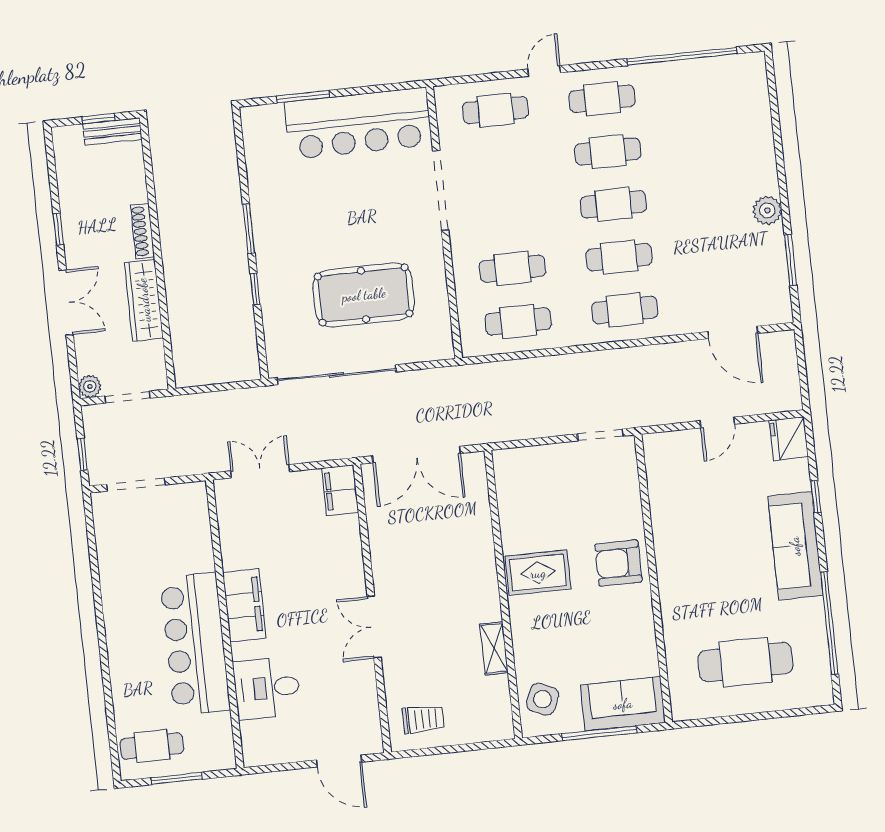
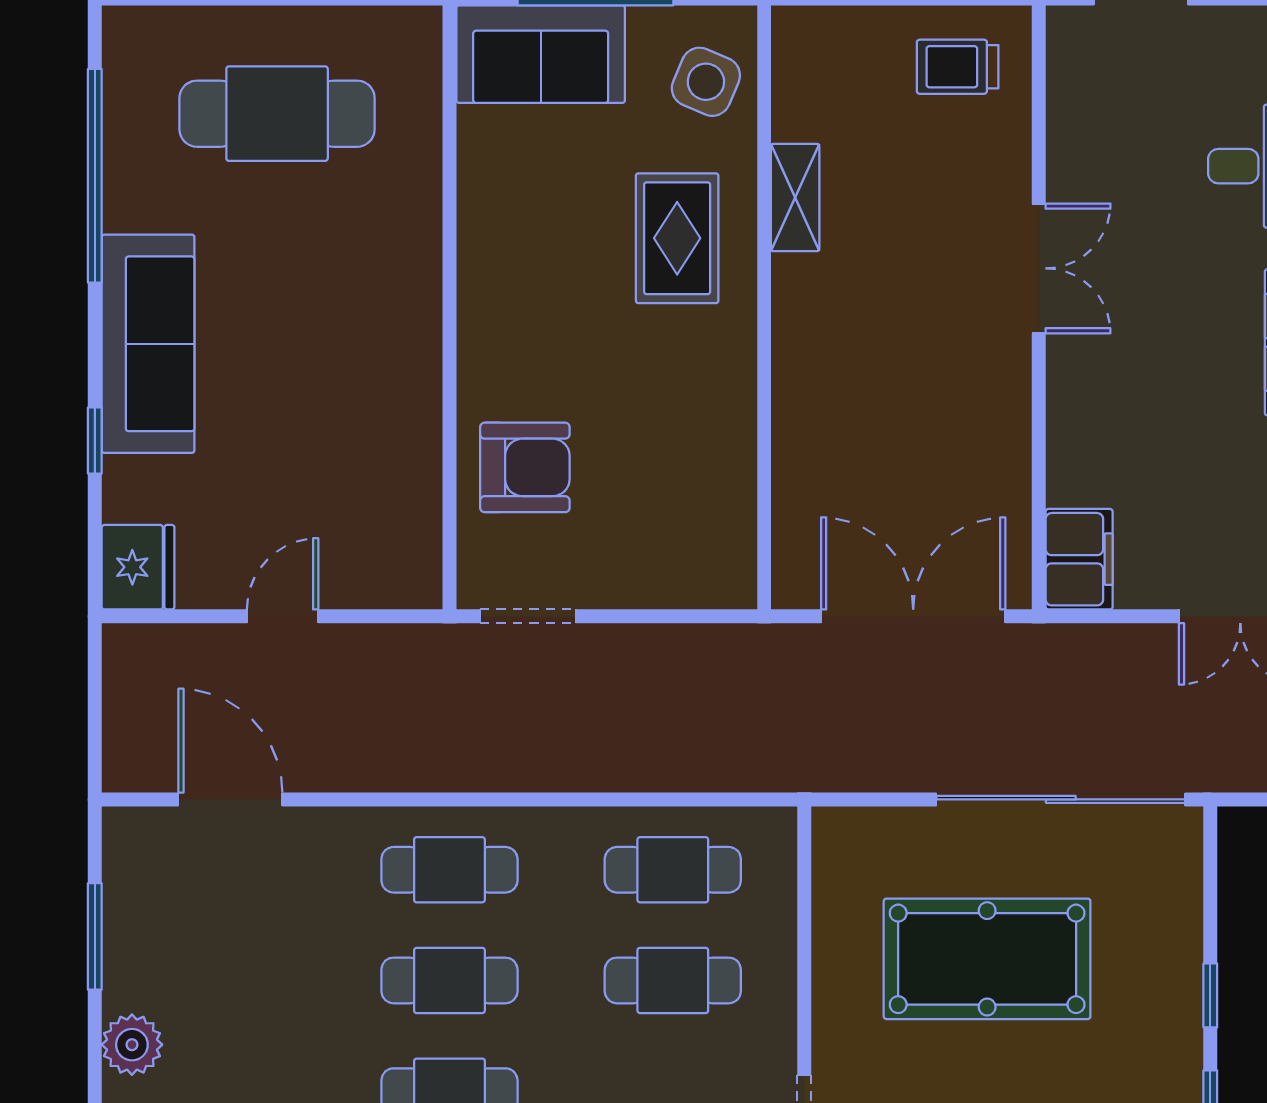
armchair: (618, 563) -> (525, 467), moved
rug: (538, 573) -> (677, 238), moved, turned 90

